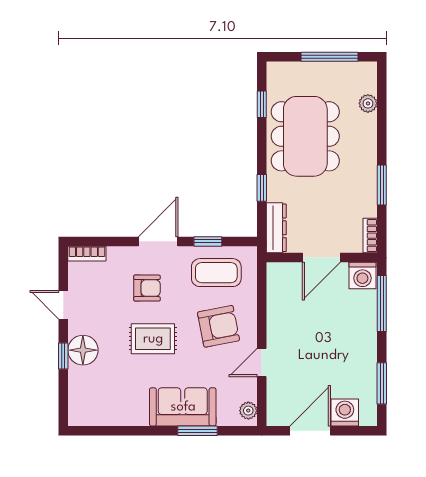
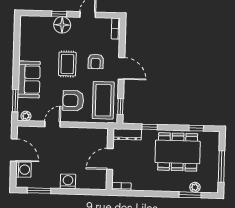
window: (382, 185) -> (190, 195), moved
window: (208, 241) -> (120, 106), moved
door: (321, 258) -> (110, 159), hinge flipped
coffee table: (216, 273) -> (103, 100), width x1.36, depth x1.32
washing machine: (362, 276) -> (68, 181), moved, turned 90
window: (382, 304) -> (83, 192), removed
armchair: (219, 326) -> (73, 101), turned 101
door: (262, 363) -> (52, 124), hinge flipped
window: (198, 431) -> (15, 101), moved

